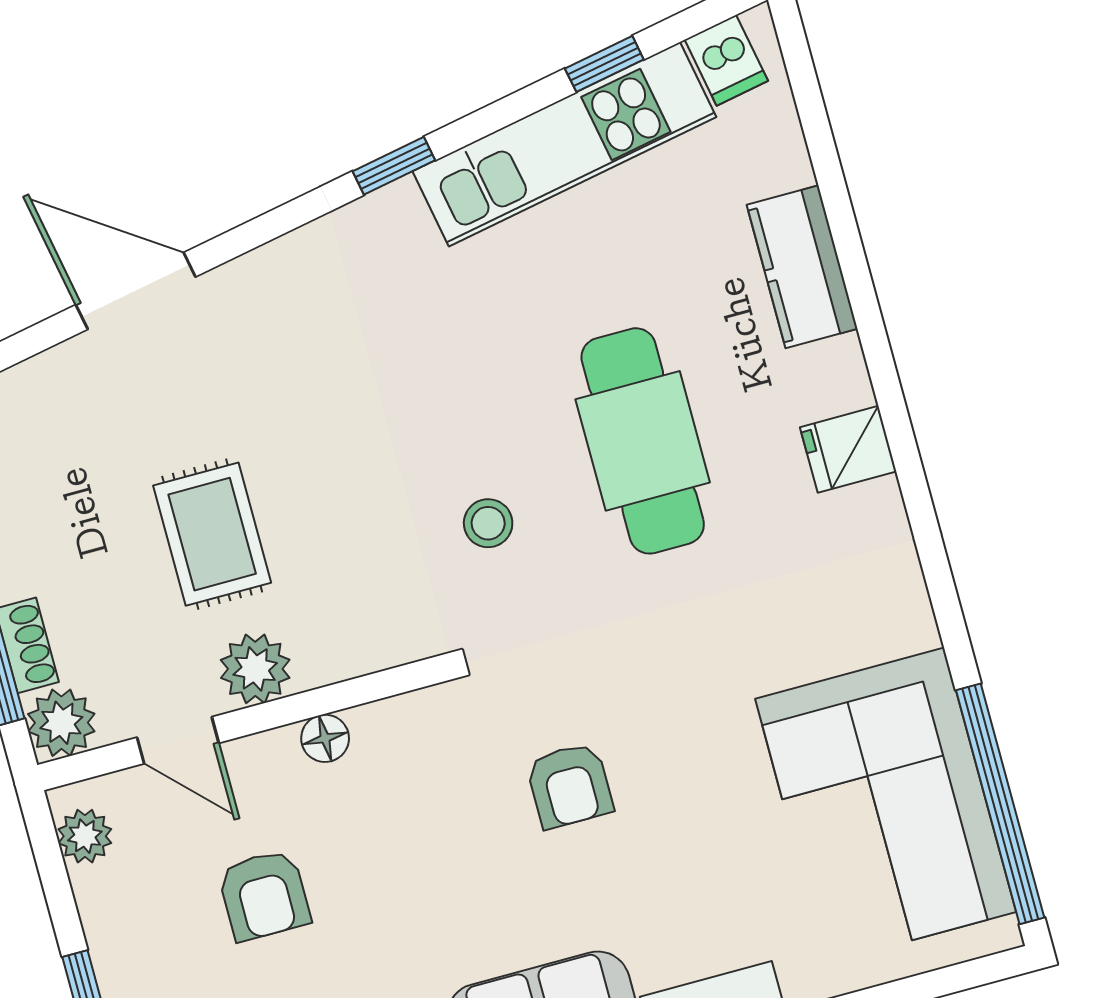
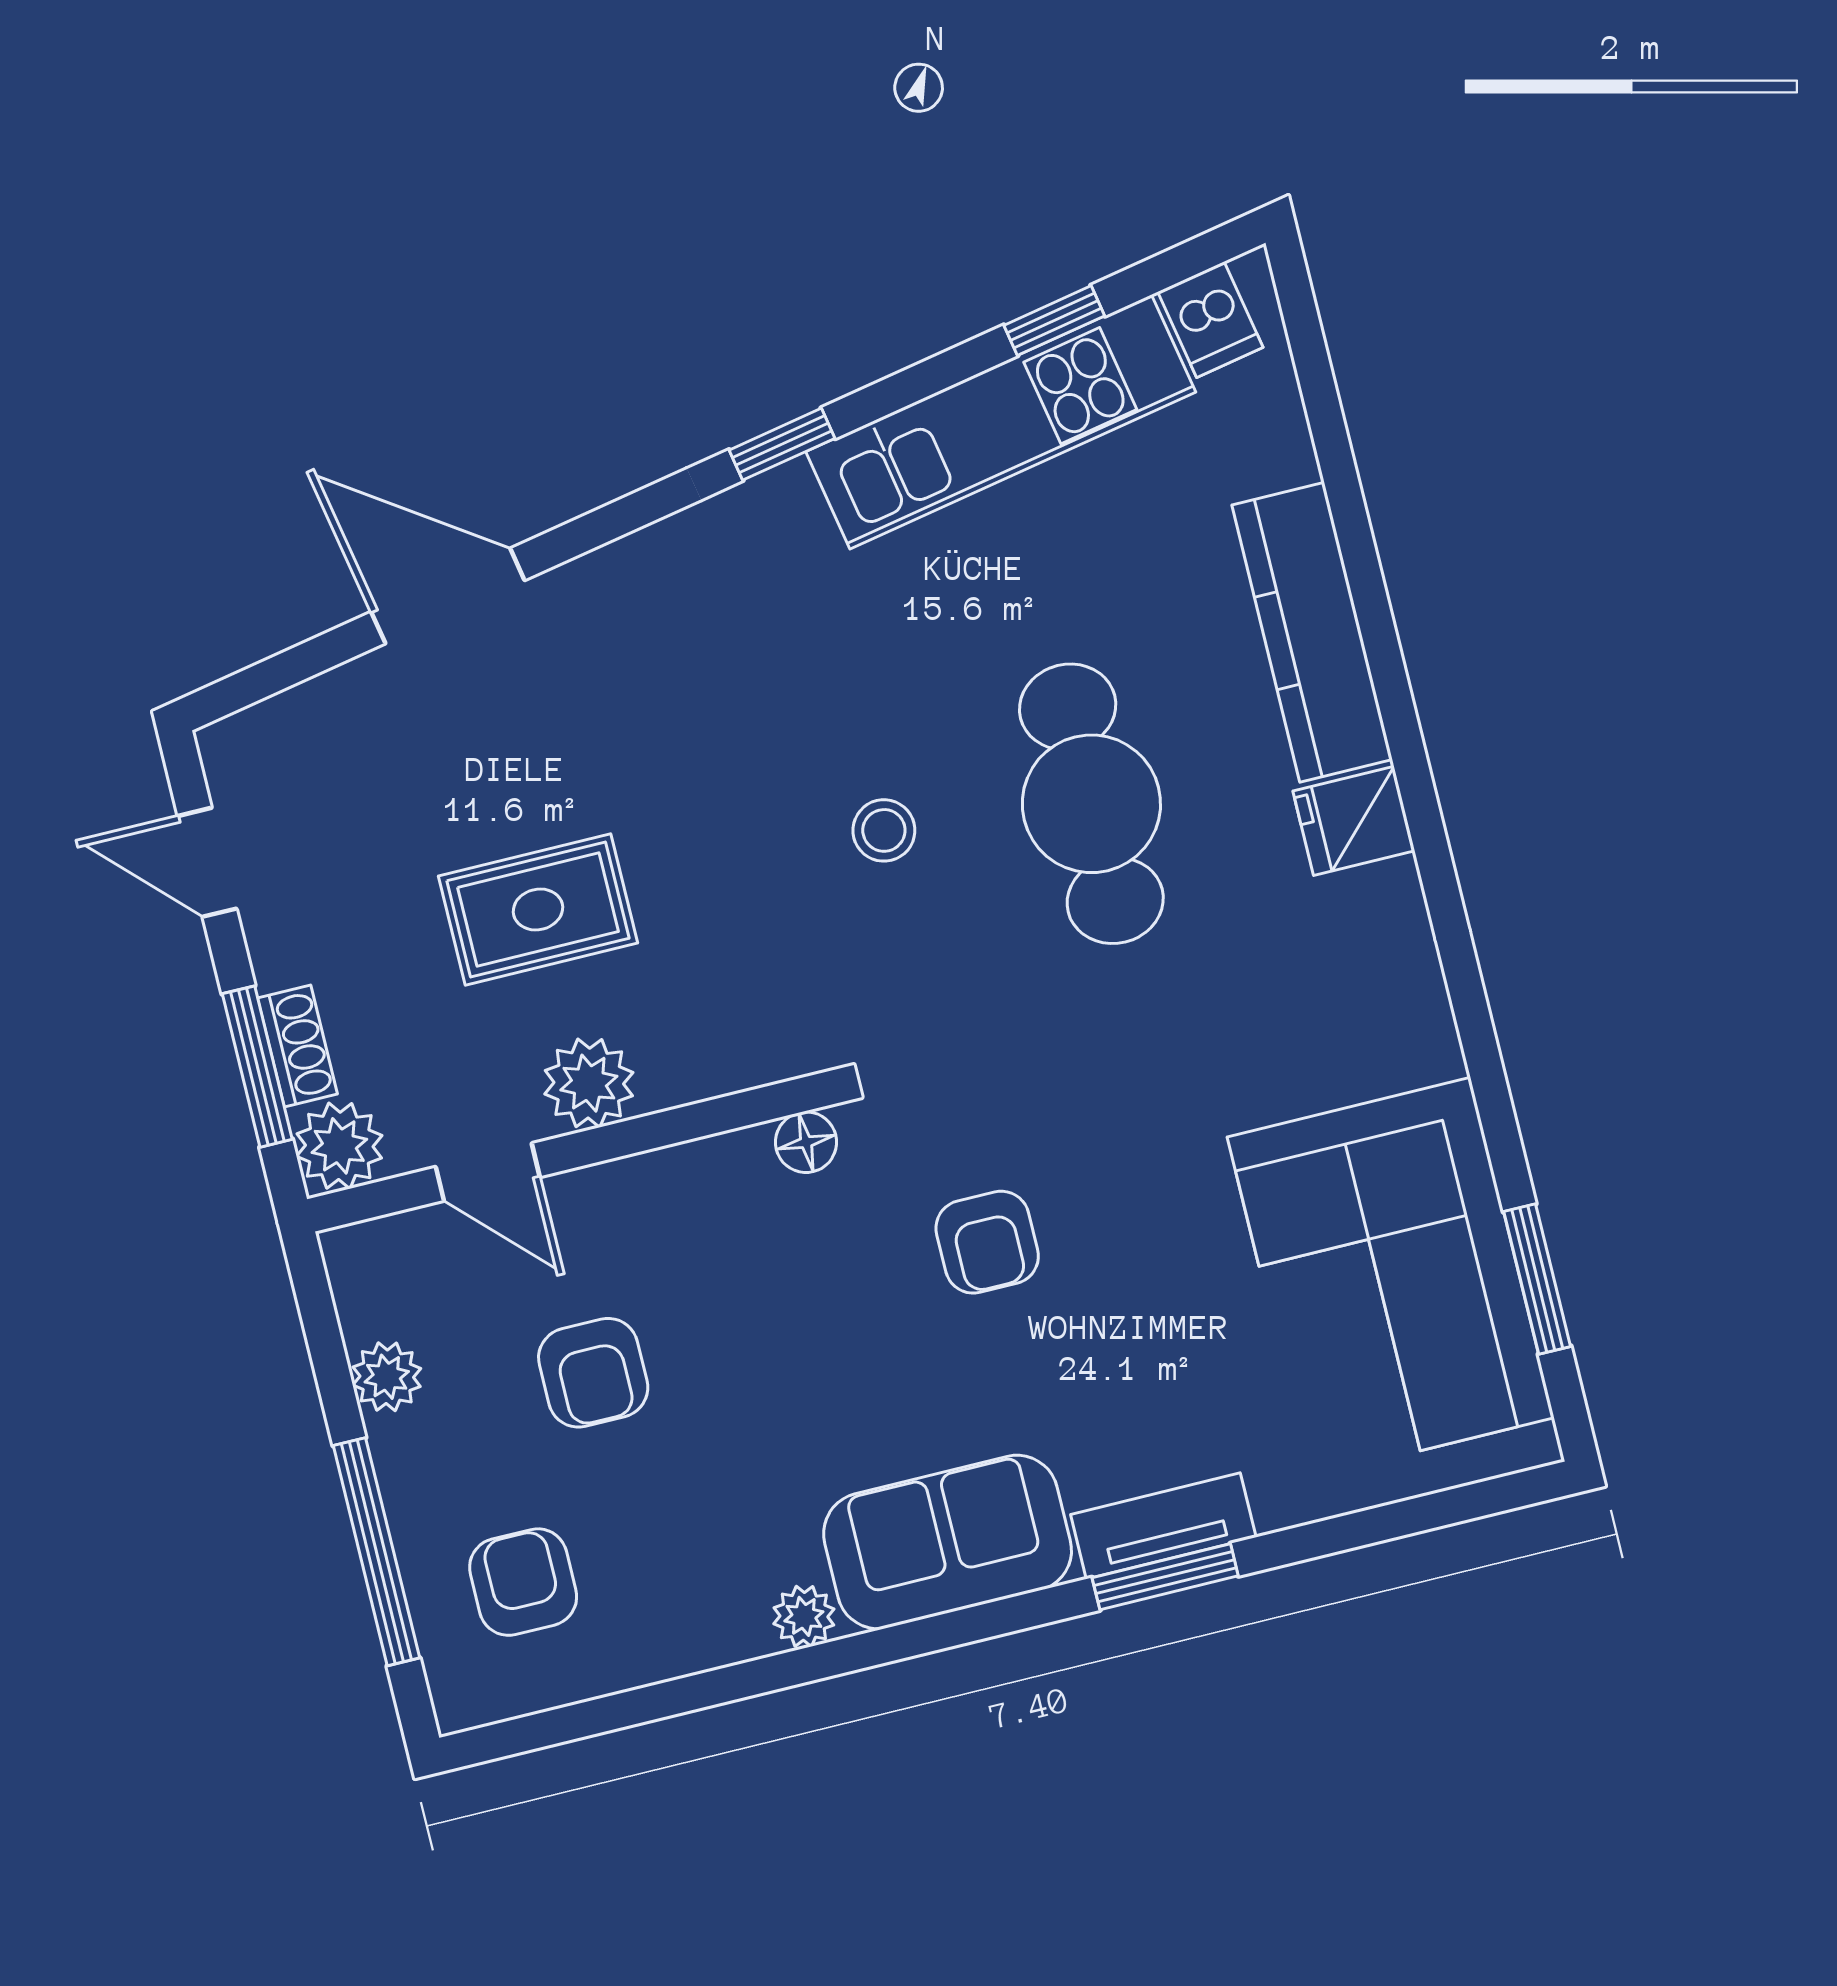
kitchen counter: (802, 267) -> (1312, 632), width x1.50
stool: (488, 523) -> (884, 830), moved
rug: (212, 534) -> (538, 909), turned 90
floor lamp: (325, 738) -> (806, 1142), moved
window: (1000, 804) -> (1537, 1279), width x0.47
plant: (85, 836) -> (387, 1377), moved

